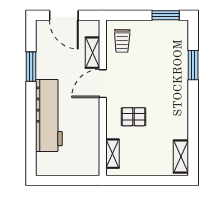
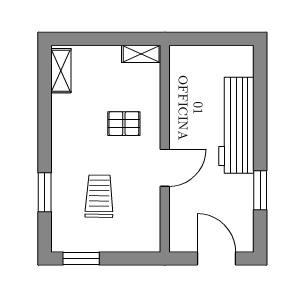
trolley: (122, 41) -> (99, 196), moved, width x1.36, depth x1.39
shelving: (92, 53) -> (178, 209), removed
shelving: (112, 154) -> (141, 54), moved, turned 90

